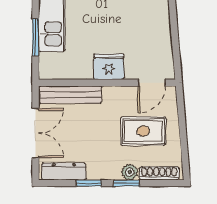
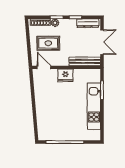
door: (152, 83) -> (44, 67), hinge flipped
double door: (36, 133) -> (102, 42), swing flipped

